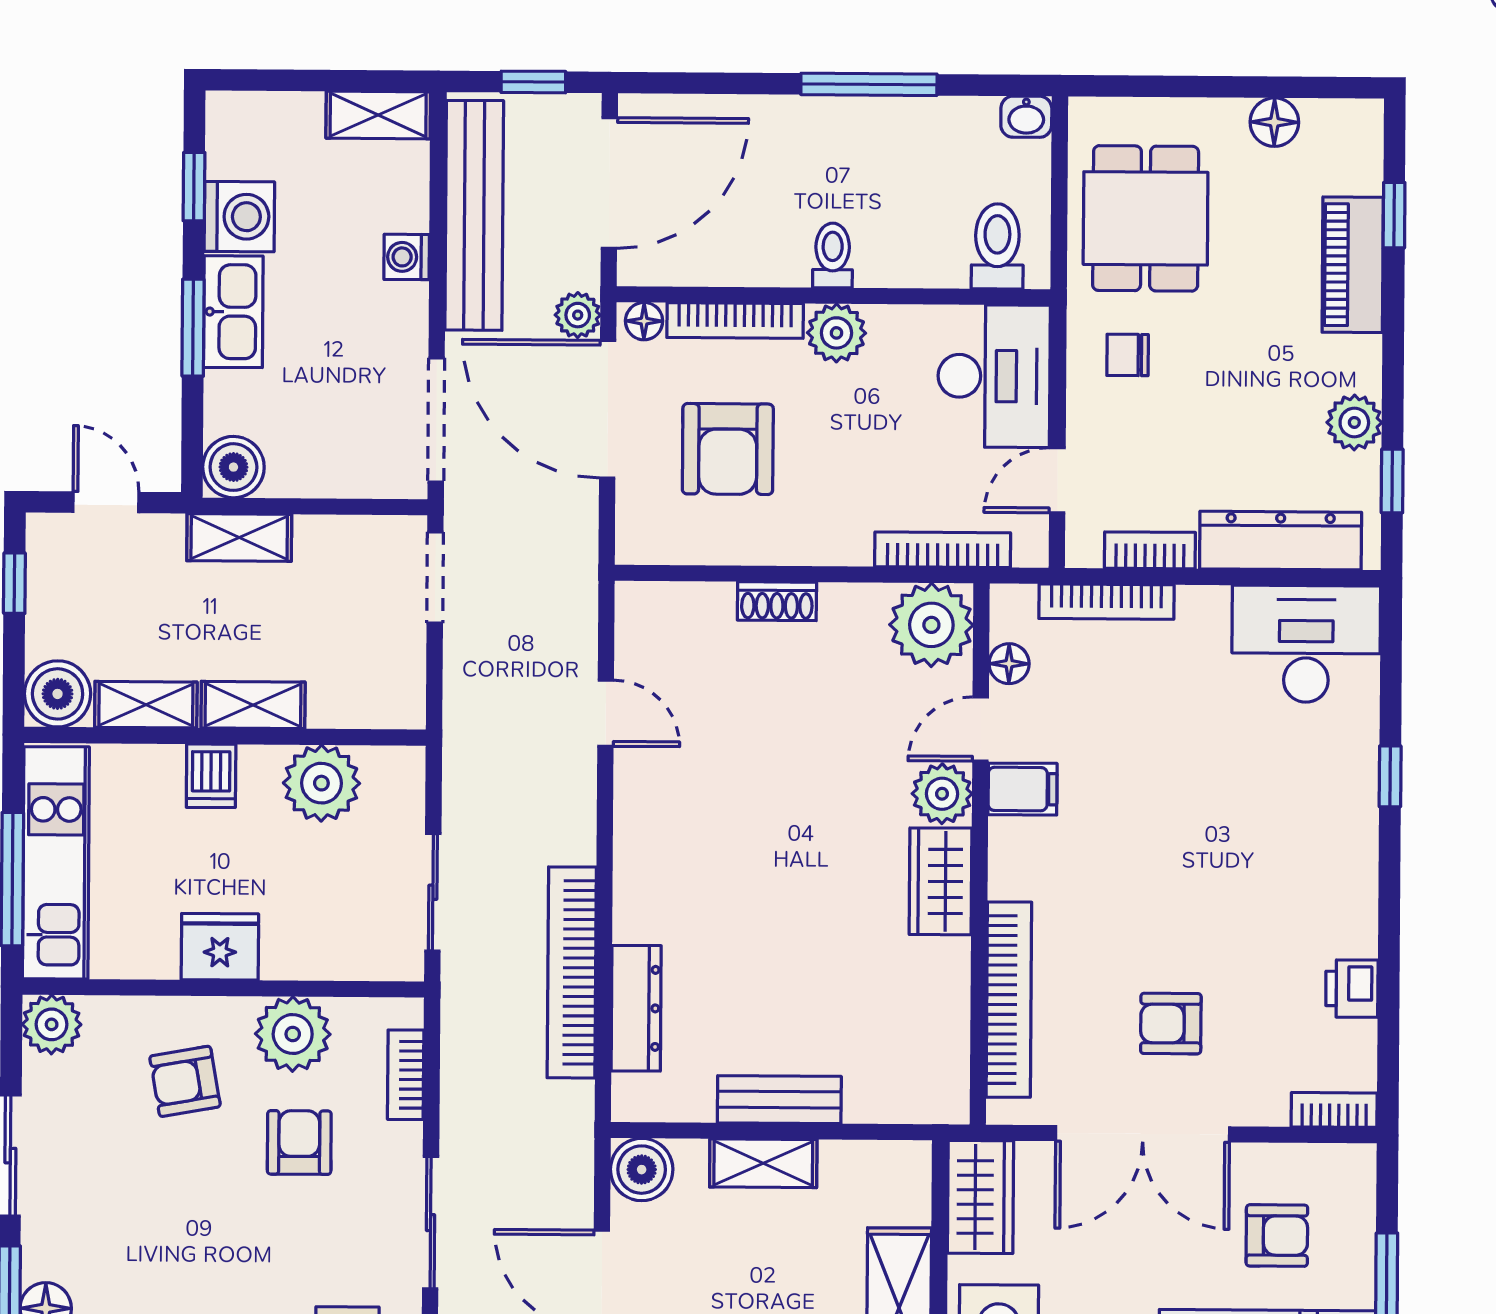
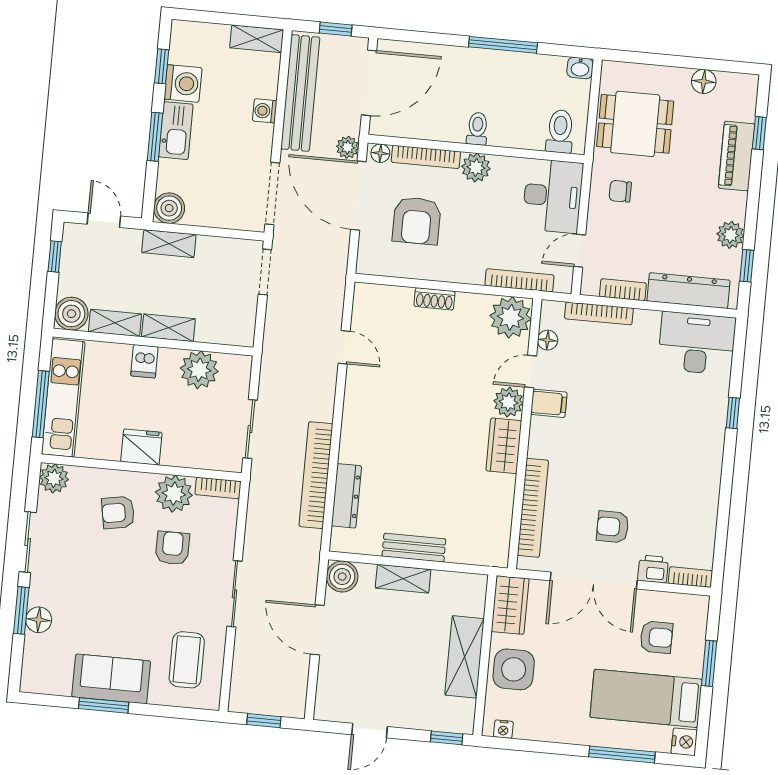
dining table: (1146, 218) -> (635, 124), turned 90
printer: (1352, 989) -> (653, 569), moved, turned 90
bookcase: (406, 1075) -> (218, 488), moved, turned -90

